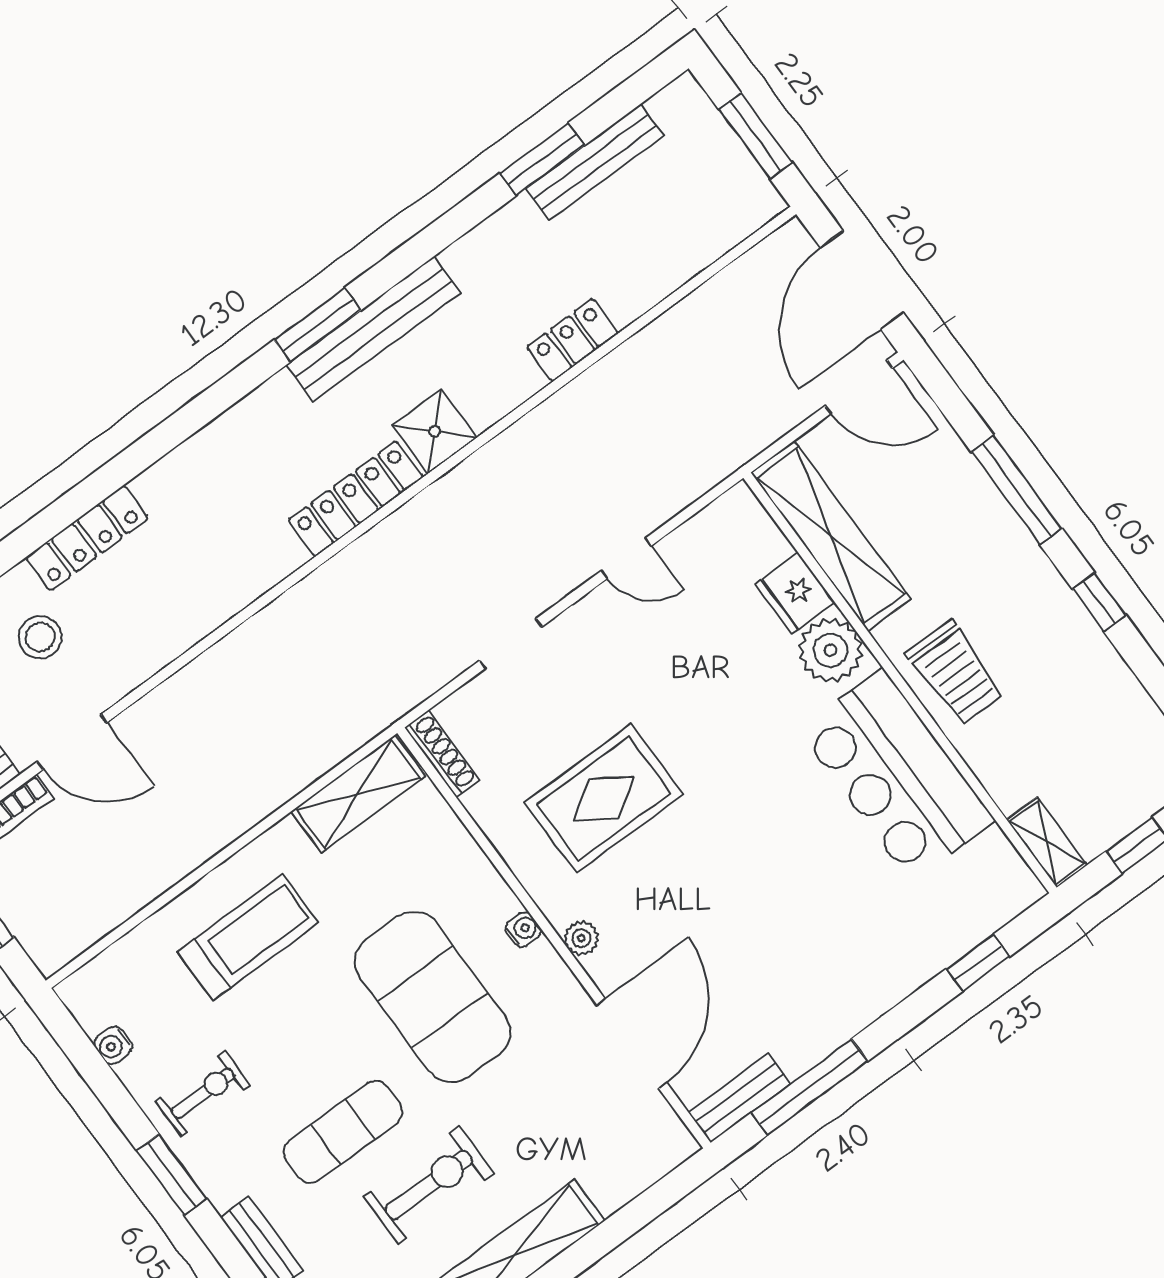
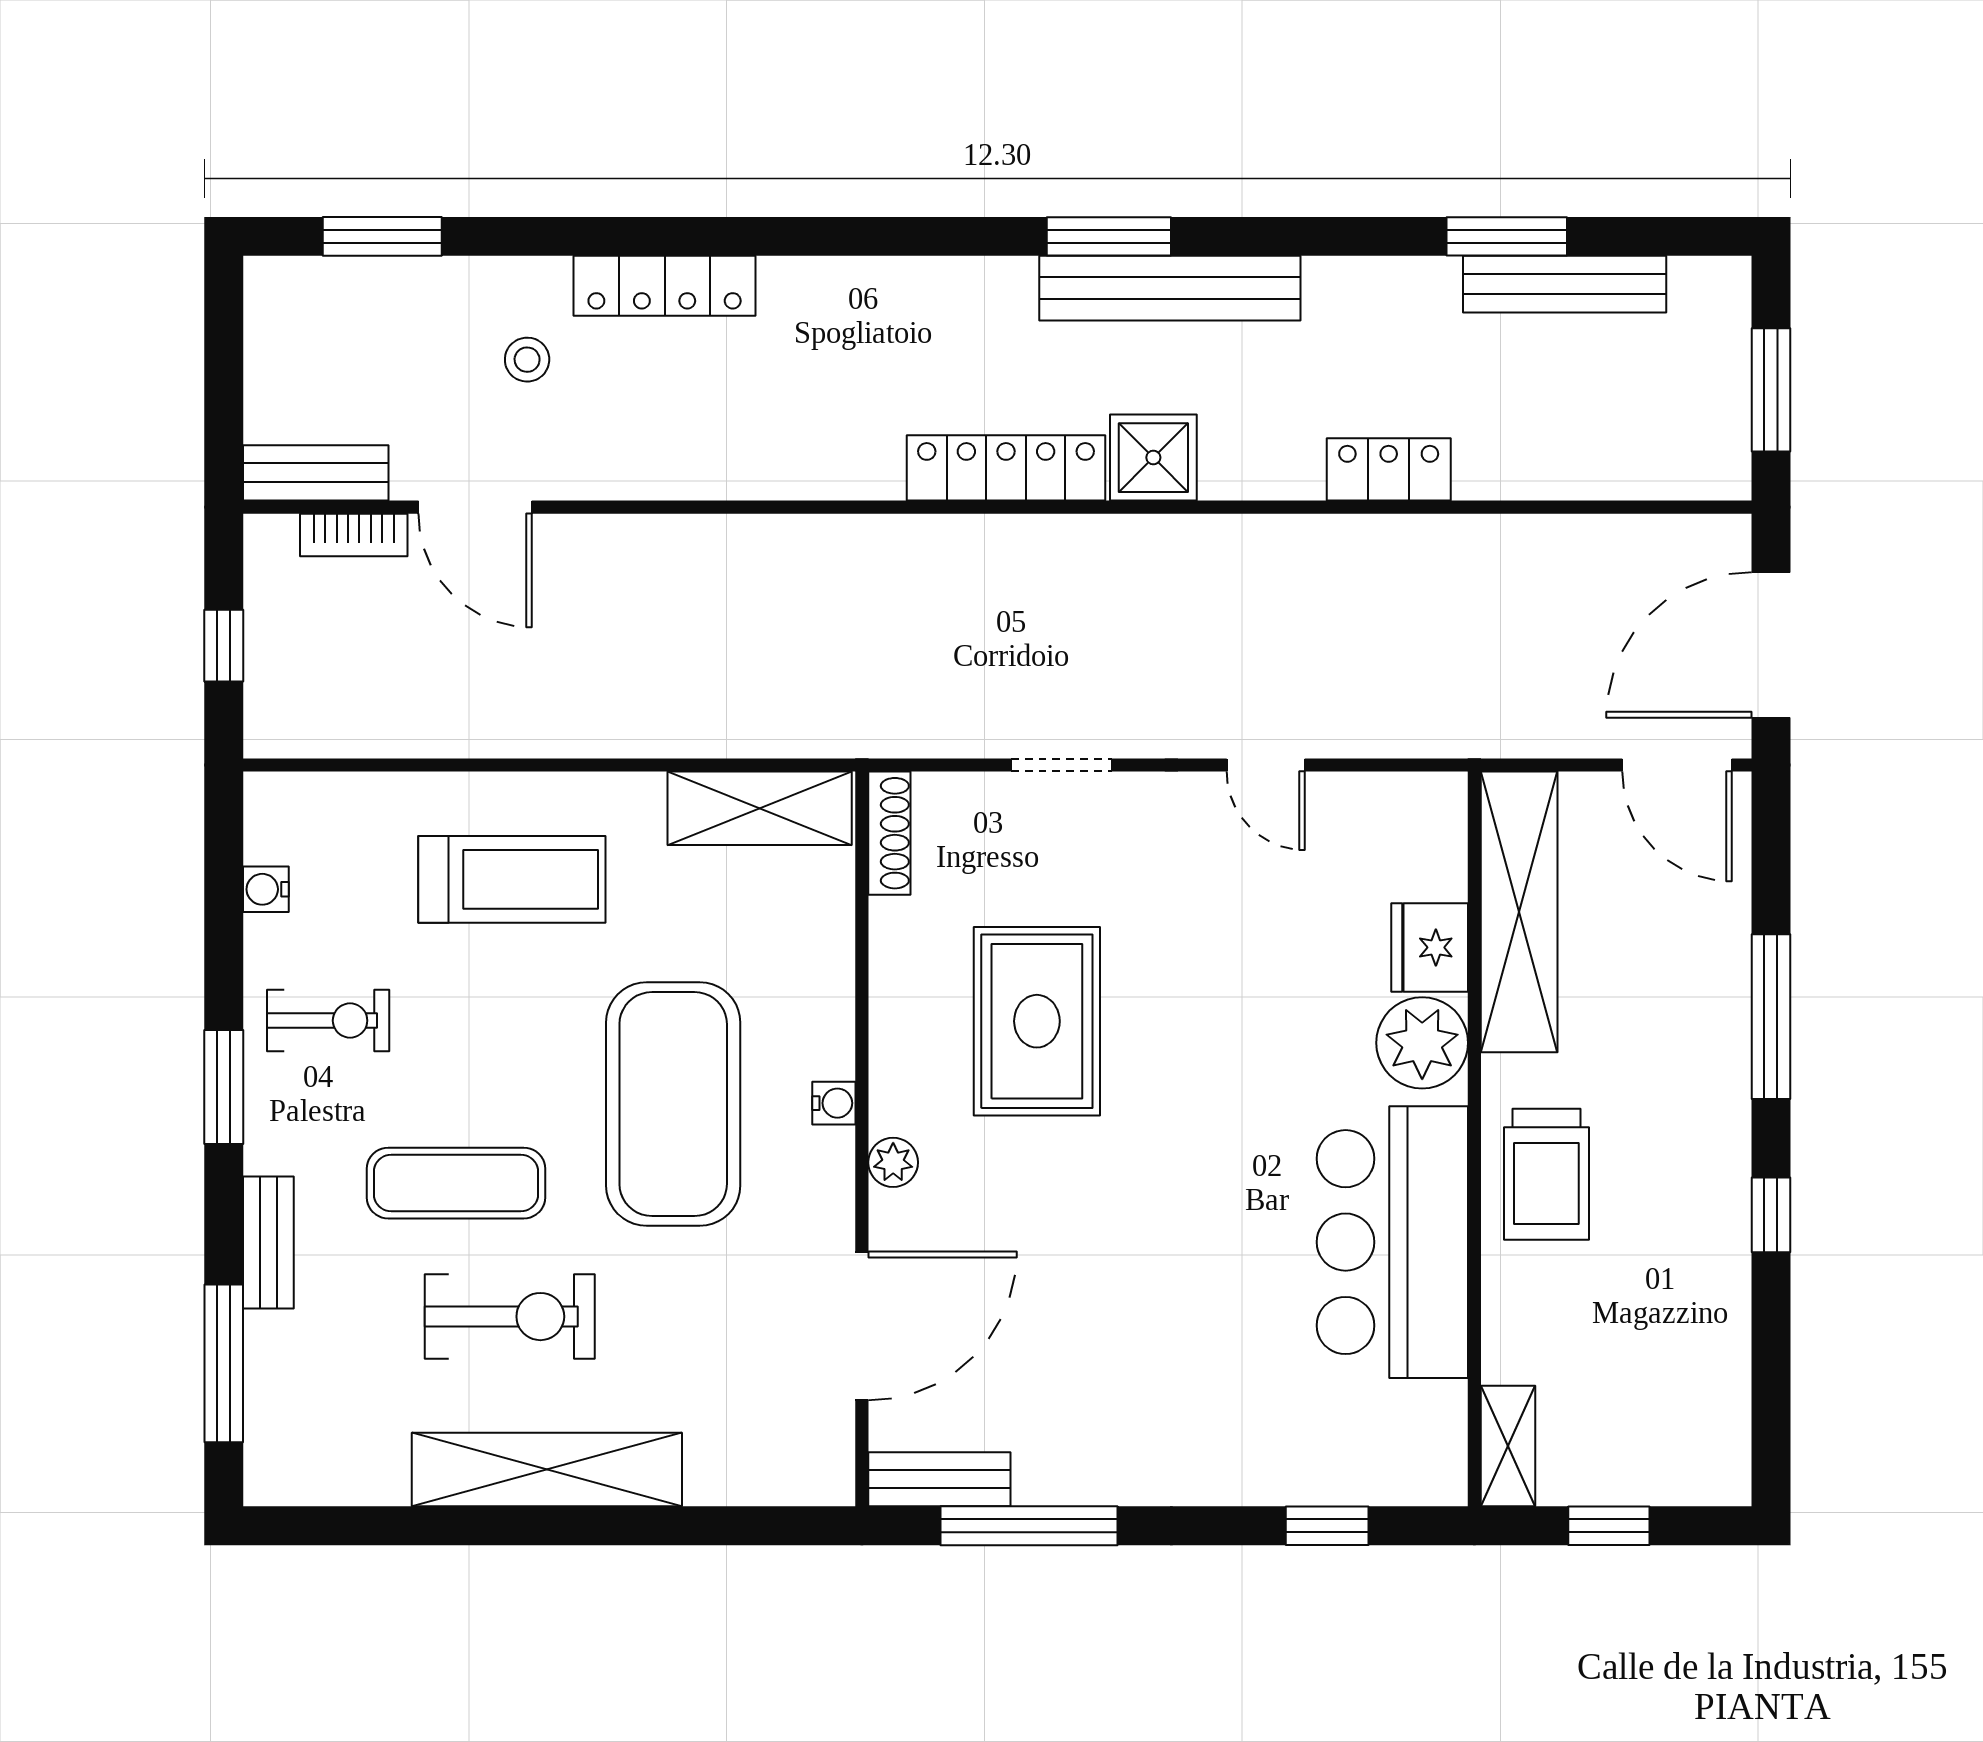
stool: (40, 637) -> (527, 360), width x0.73, depth x0.73
rug: (604, 799) -> (1037, 1021), turned 90

